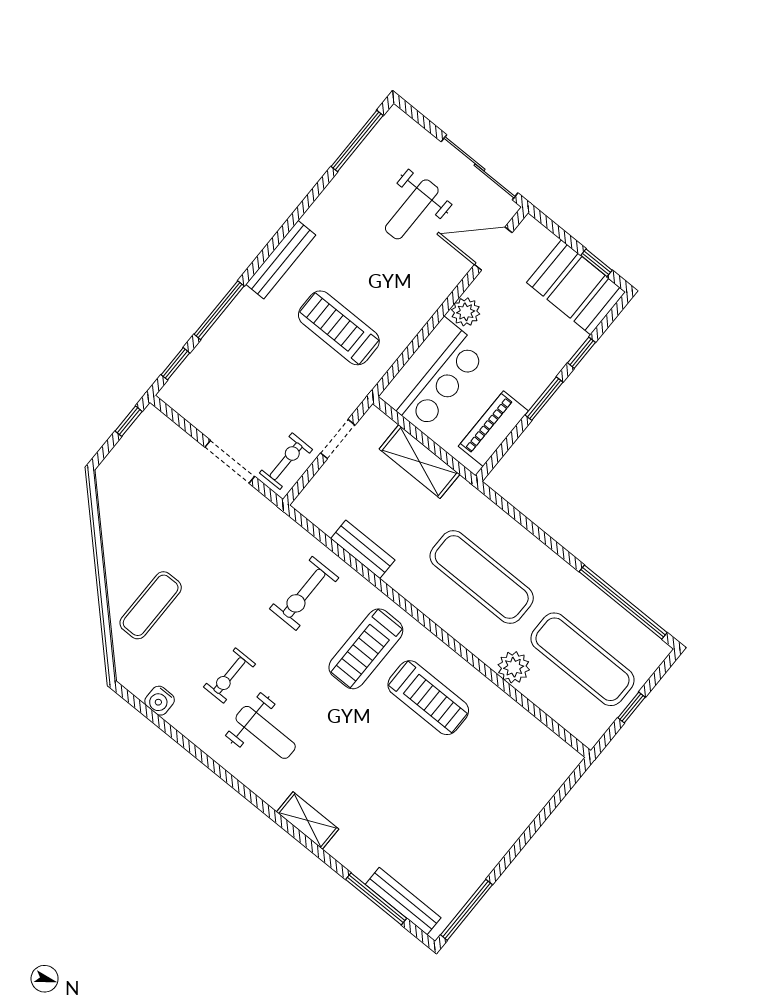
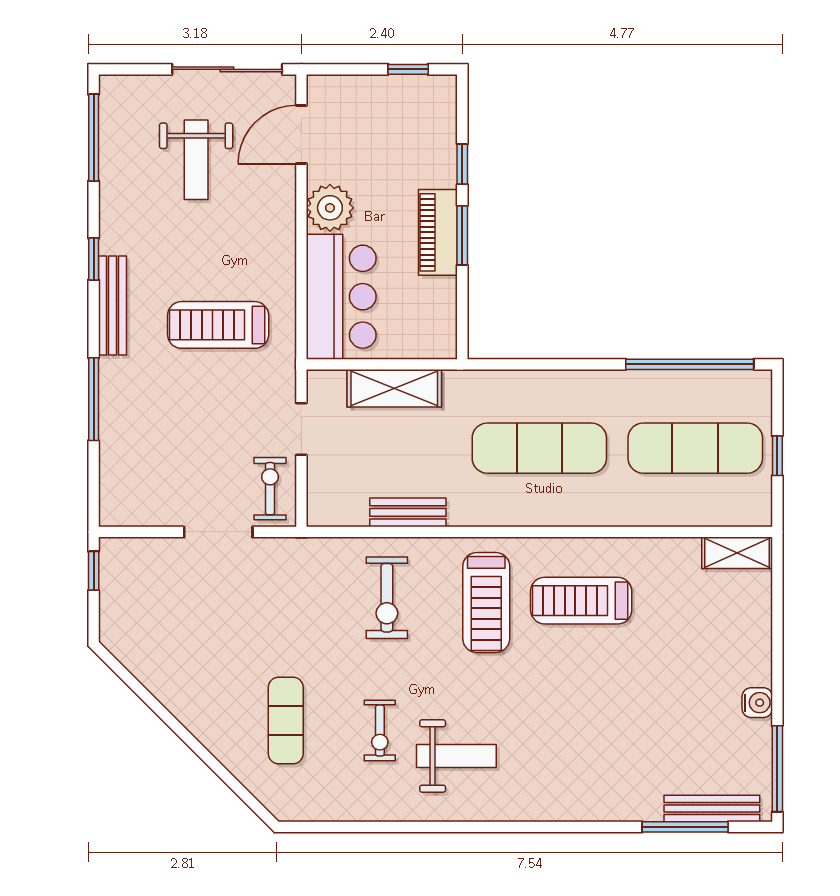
booth: (576, 287) -> (408, 108), removed
plant: (466, 312) -> (330, 208), width x1.36, depth x1.36
window: (175, 364) -> (94, 259), moved
piano: (493, 429) -> (438, 232), moved
exercise mat: (151, 605) -> (286, 720), moved
plant: (514, 667) -> (637, 508), removed
treadmill: (428, 698) -> (581, 601), turned 180
water cooler: (160, 701) -> (757, 703), moved, turned -90
shelving: (308, 821) -> (737, 553), moved

